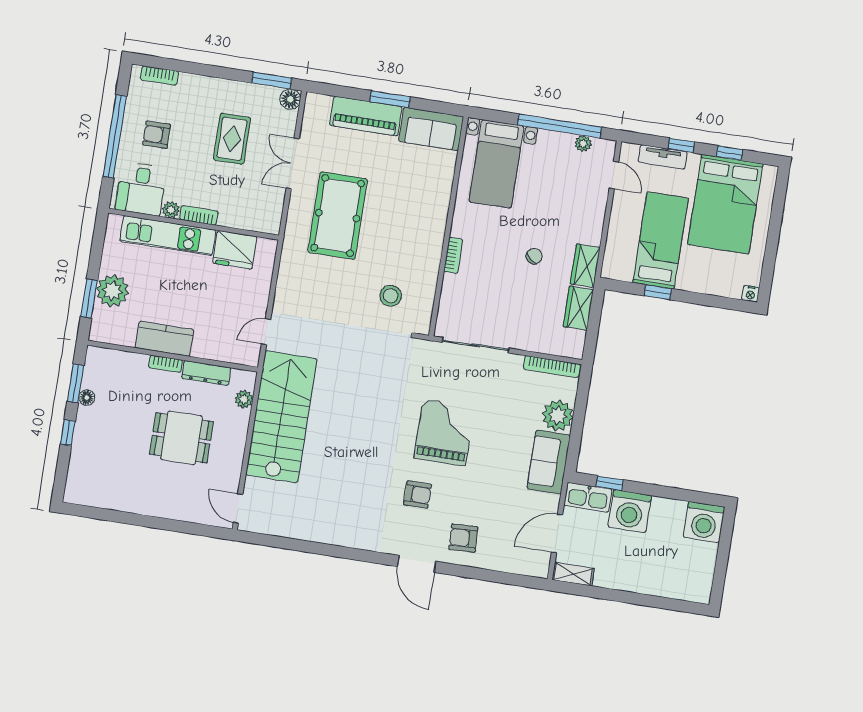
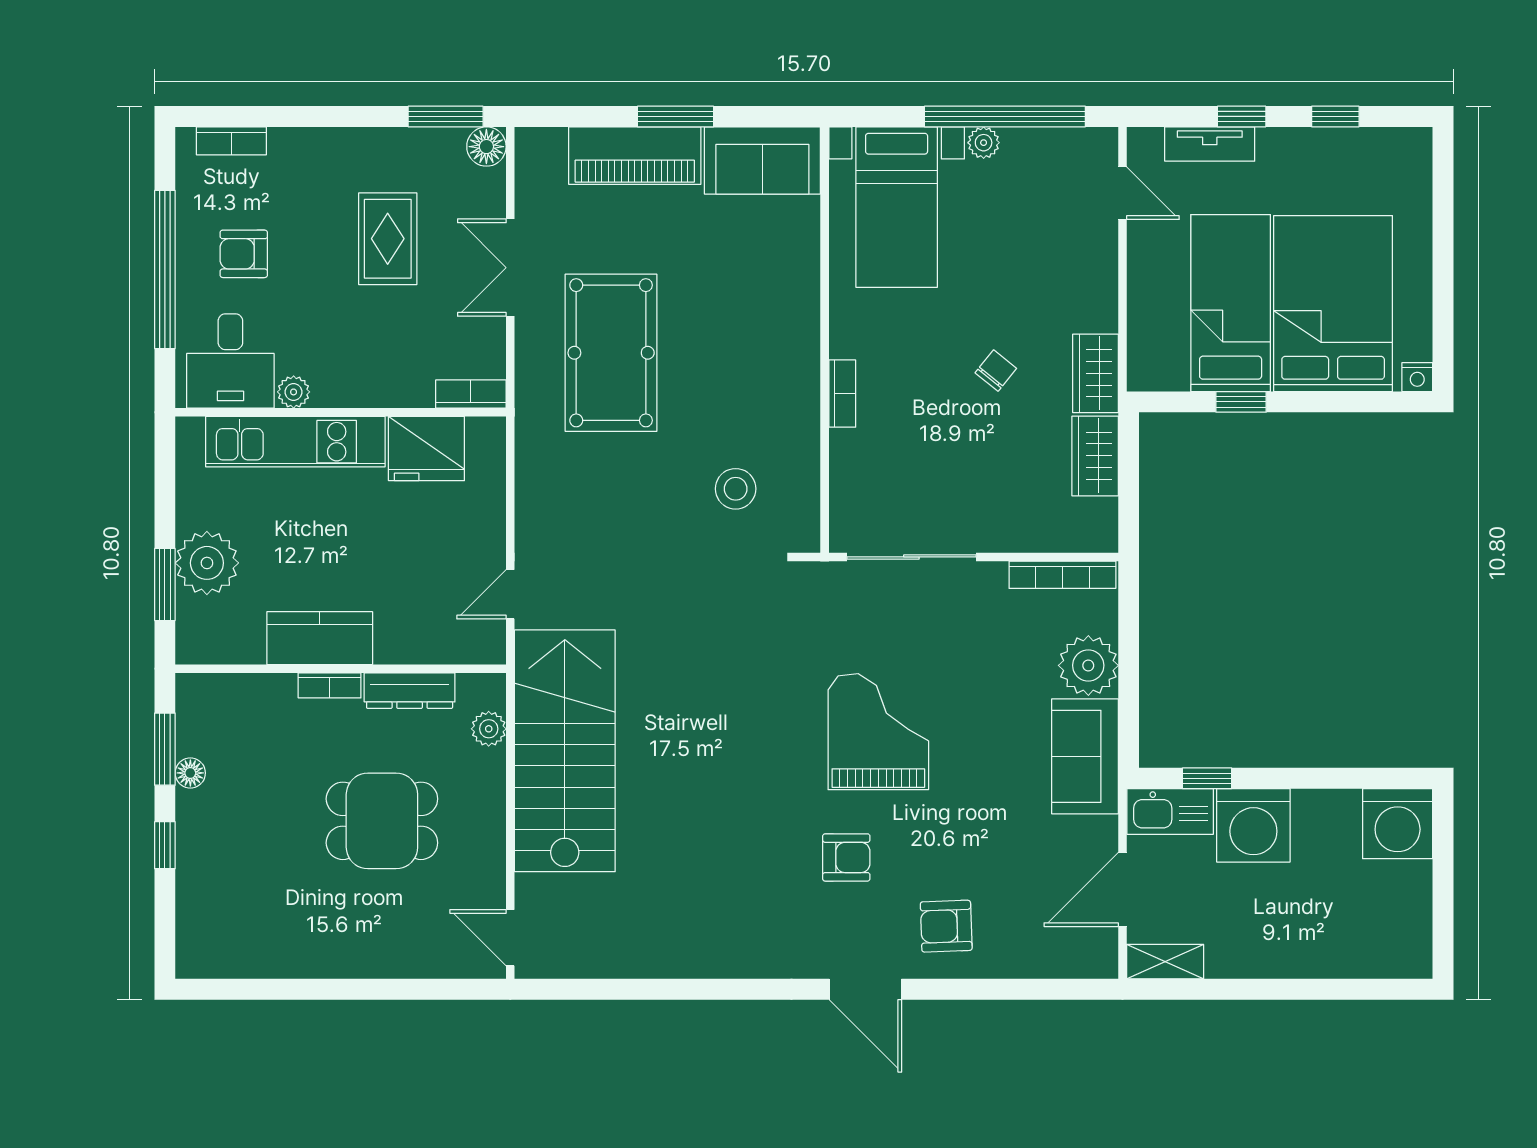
plant: (583, 144) -> (984, 143), moved
bed: (725, 204) -> (1333, 304), moved, turned 180
bookcase: (199, 215) -> (471, 394), moved

